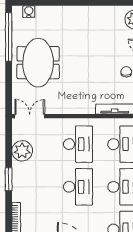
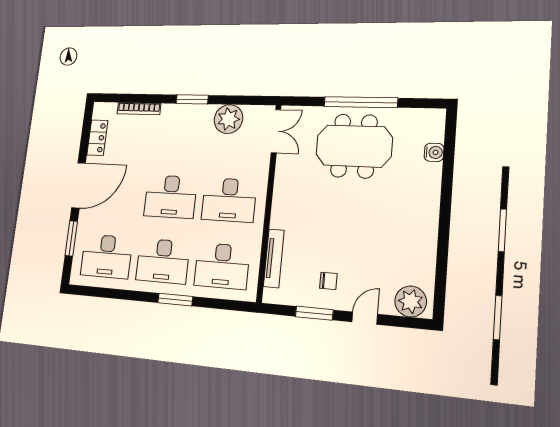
water cooler: (29, 12) -> (434, 152), moved
window: (9, 37) -> (361, 102), moved

